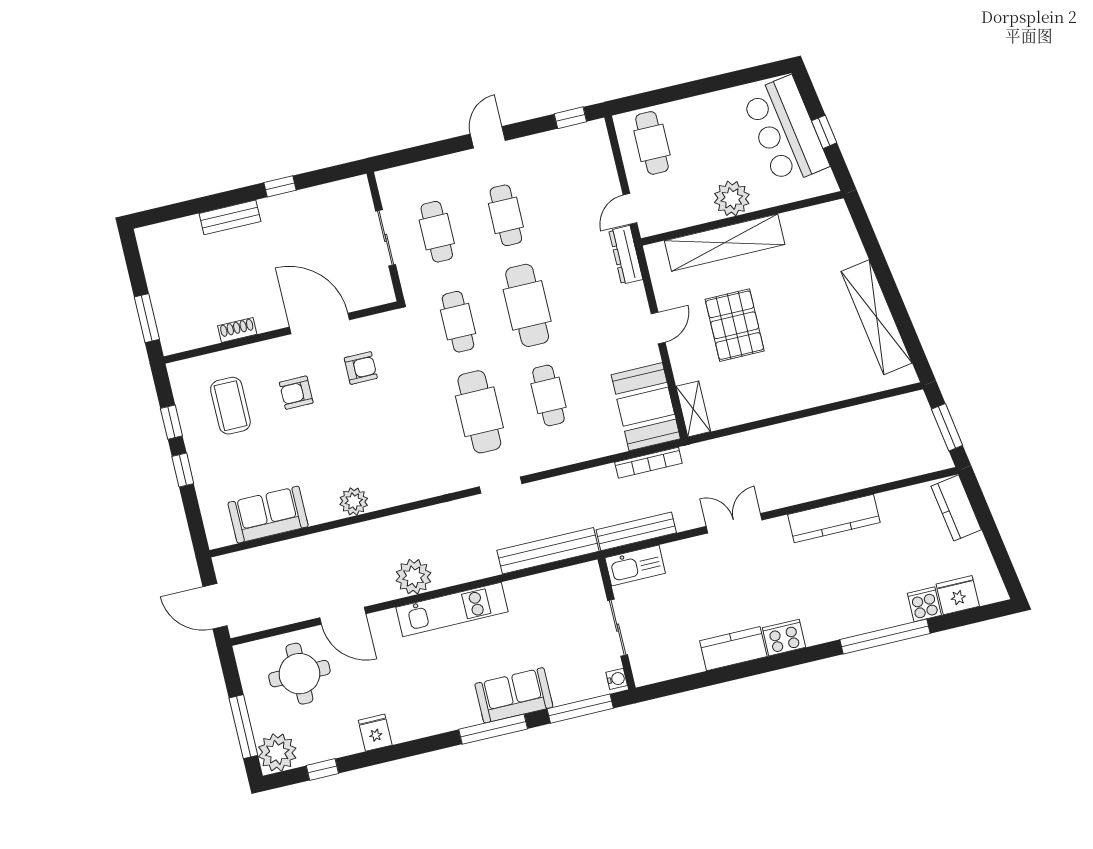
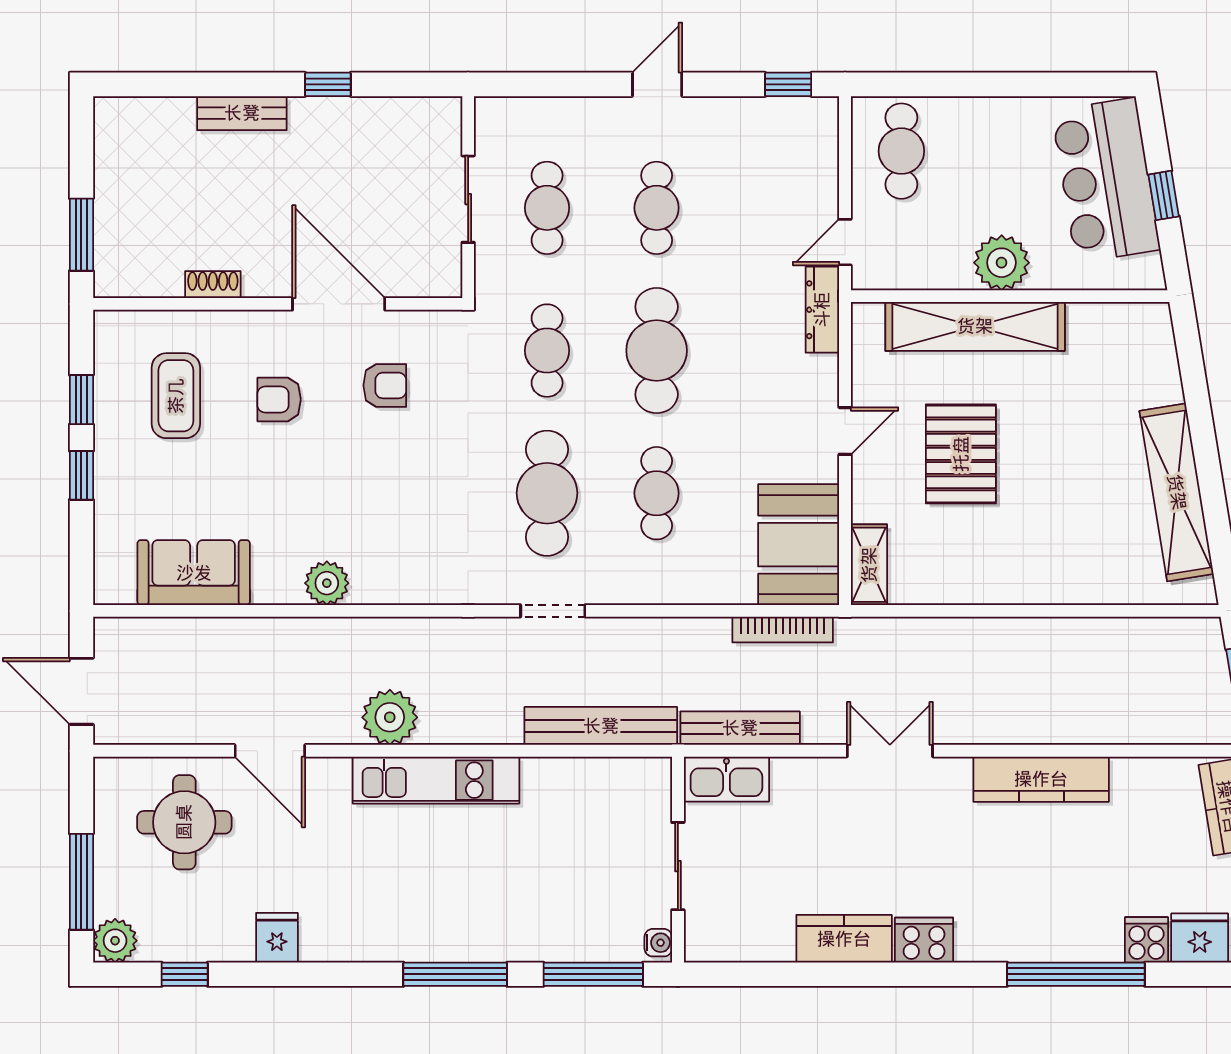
sofa: (514, 695) -> (498, 931), removed
plant: (277, 752) -> (115, 941), width x0.73, depth x0.73

